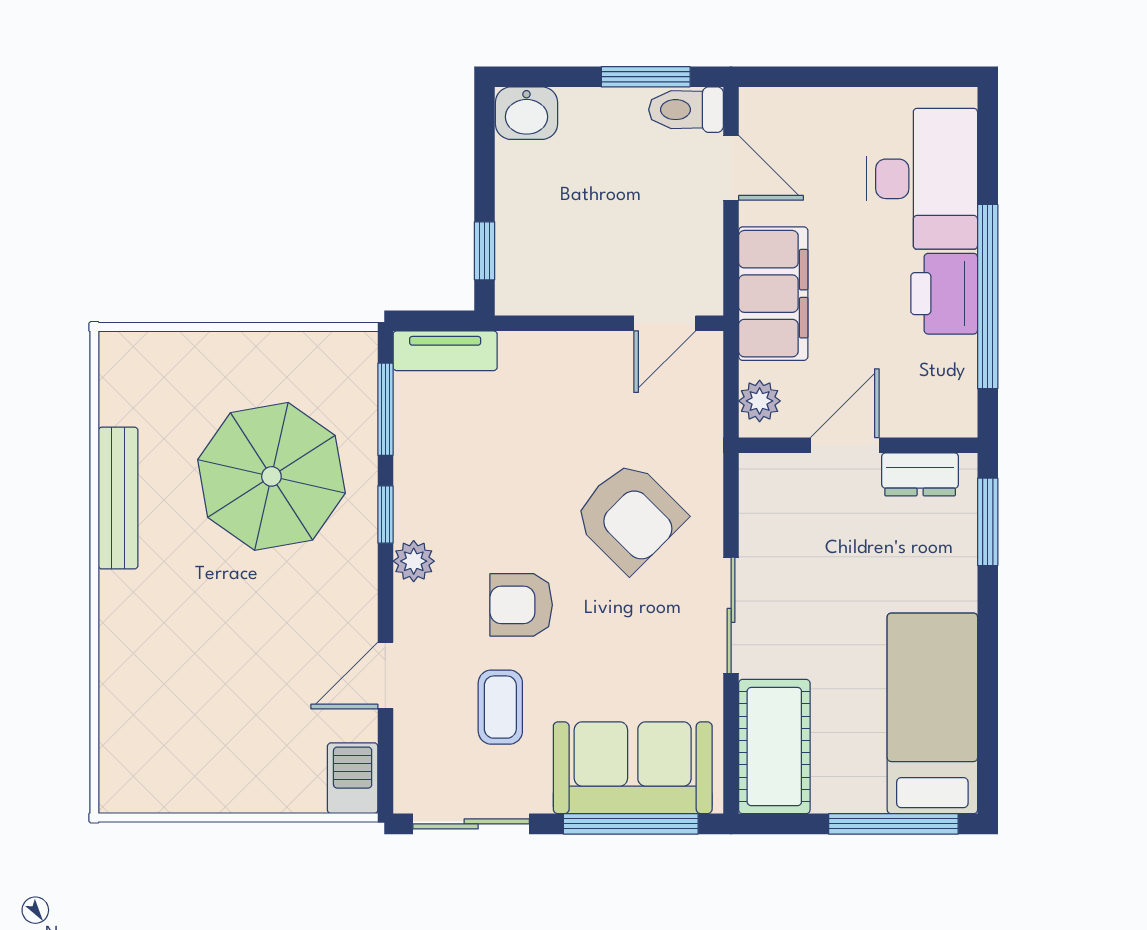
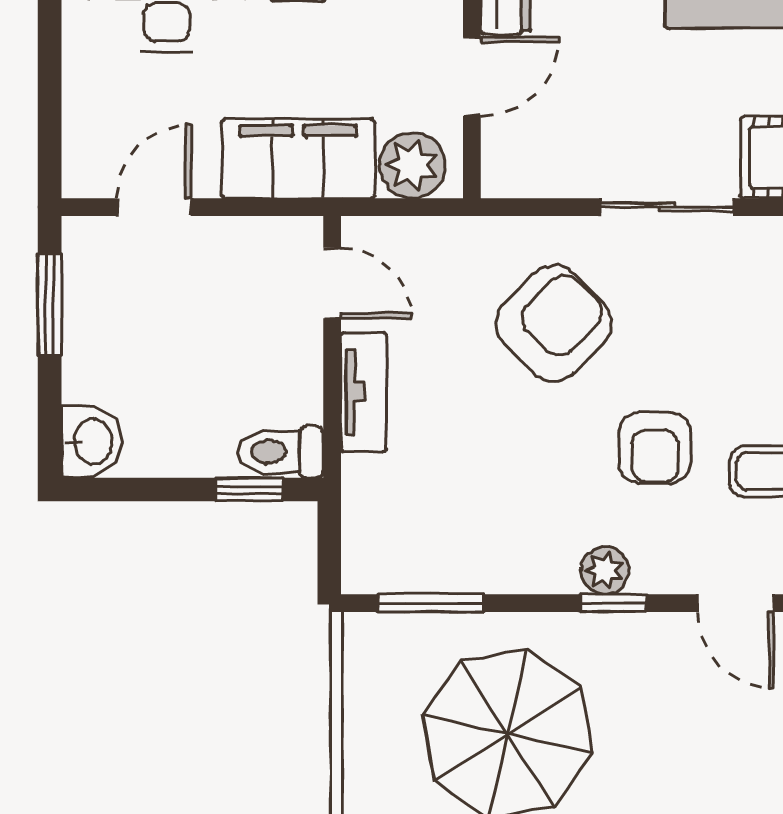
toilet: (686, 110) -> (281, 452), moved, turned 90
tv unit: (445, 351) -> (364, 392), moved
plant: (760, 401) -> (412, 165), width x1.38, depth x1.38
door: (845, 445) -> (472, 77), swing flipped
window: (385, 514) -> (613, 603), moved

